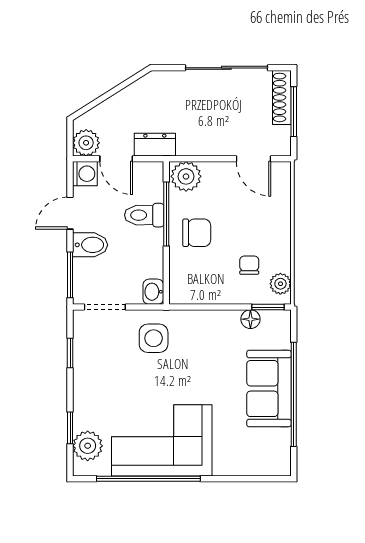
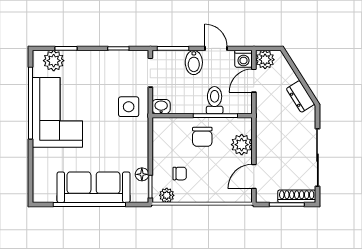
dresser: (155, 145) -> (300, 96), moved, turned 148
plant: (186, 176) -> (242, 145), moved
sofa: (269, 389) -> (94, 187), width x1.36

